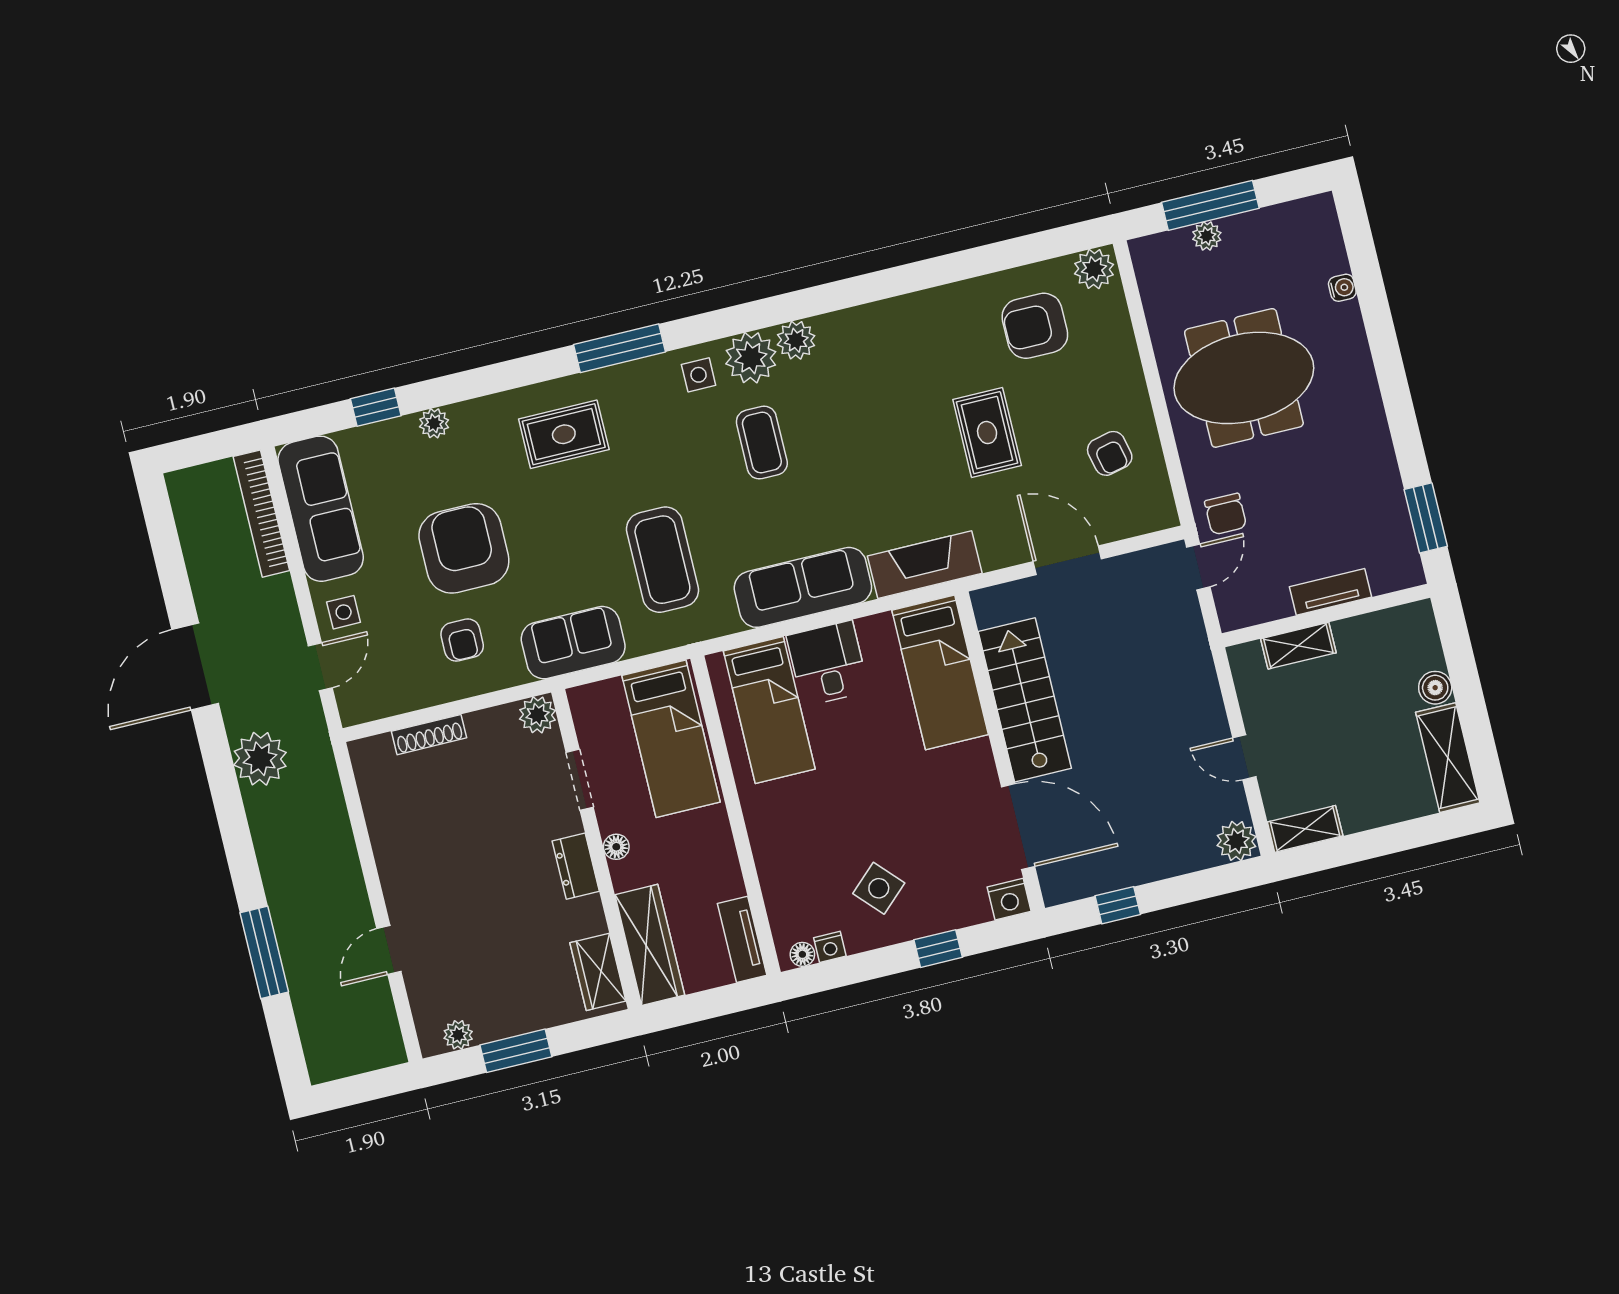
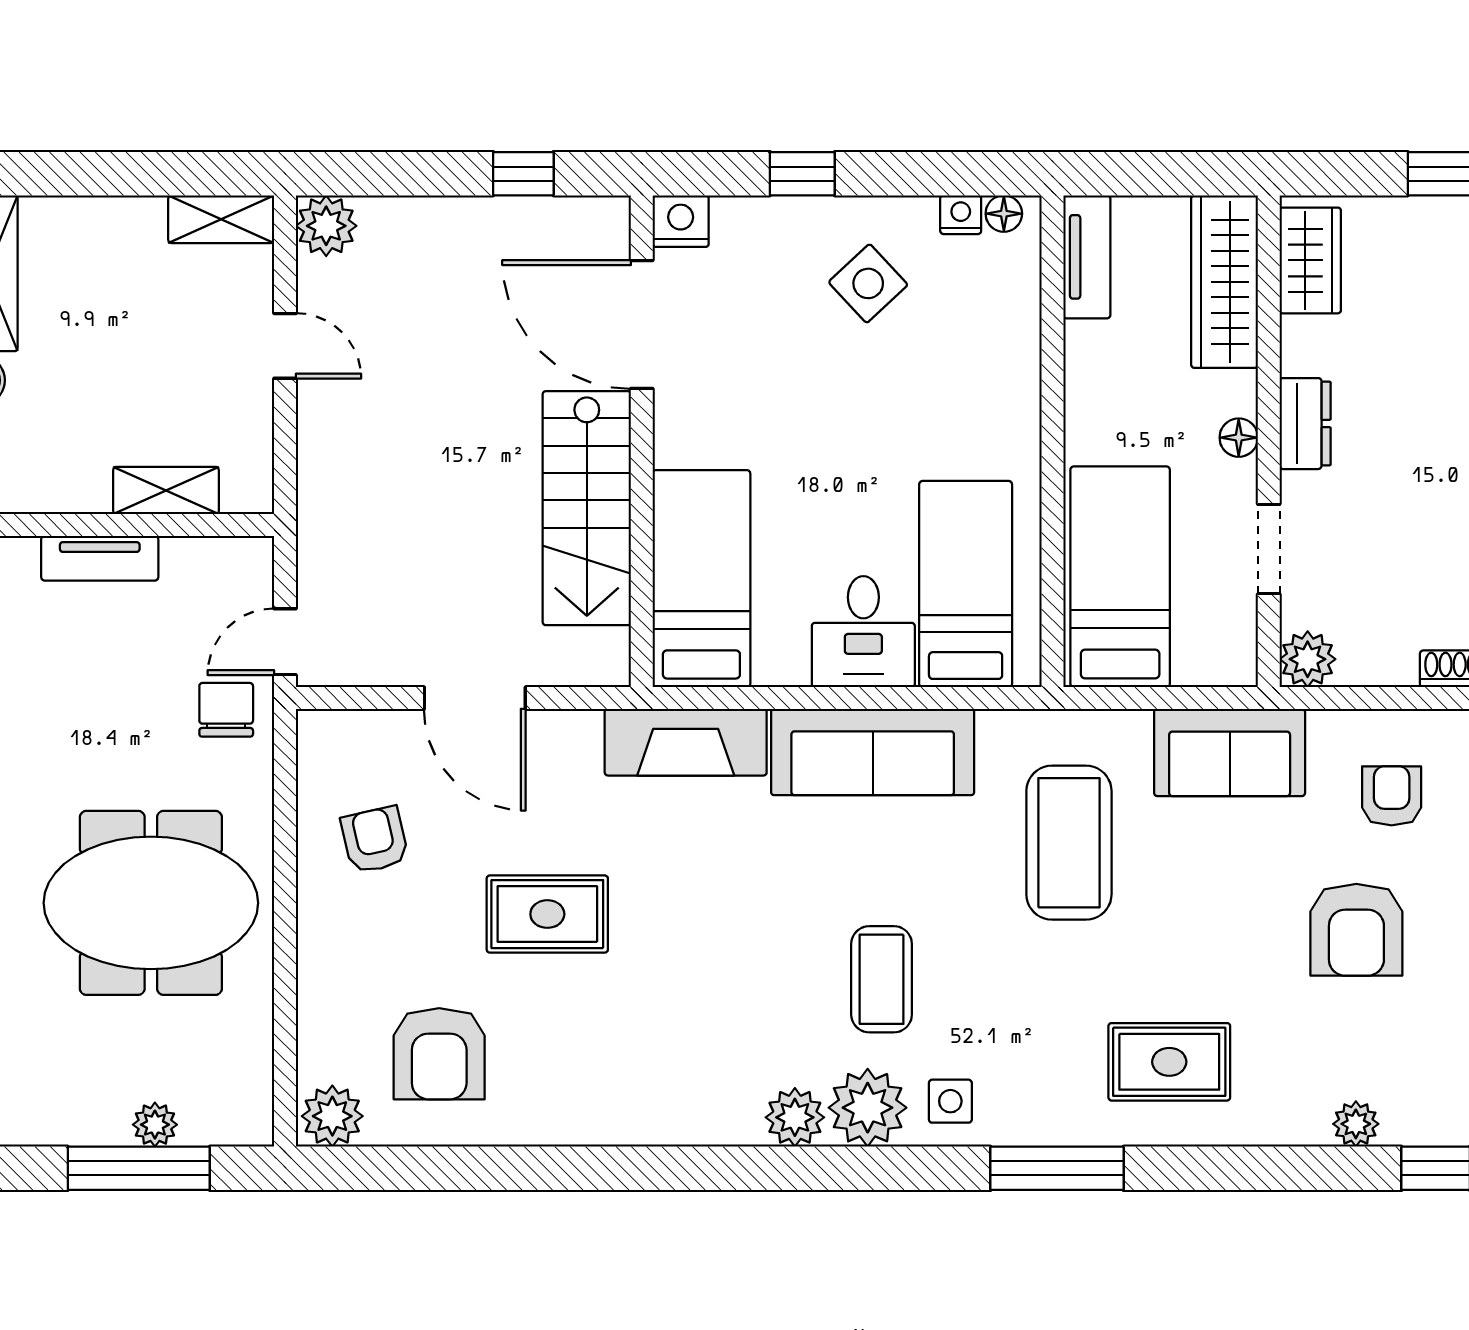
armchair: (1035, 326) -> (439, 1054), turned 90
rug: (987, 433) -> (547, 914), turned 90
armchair: (464, 548) -> (1356, 930), width x0.73, depth x0.73

